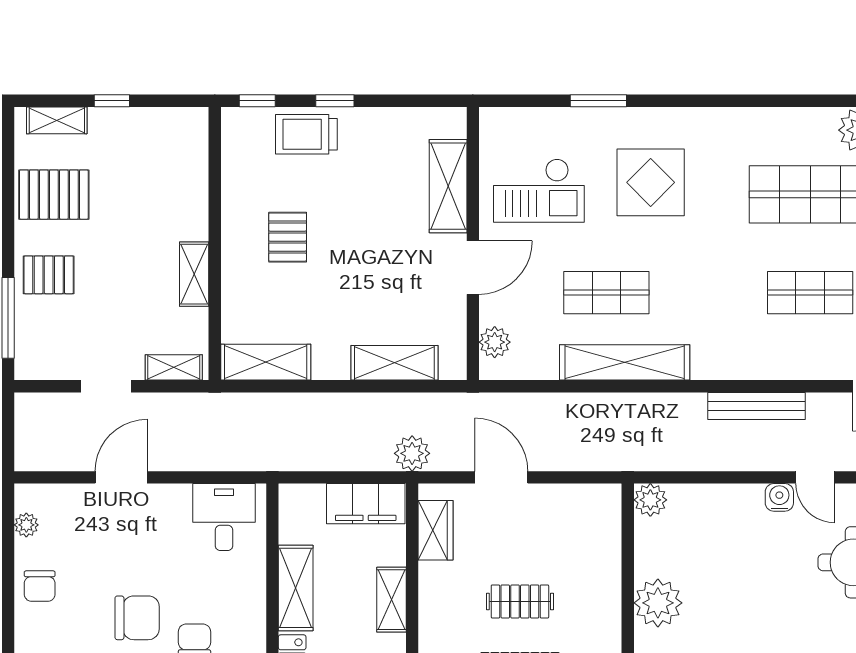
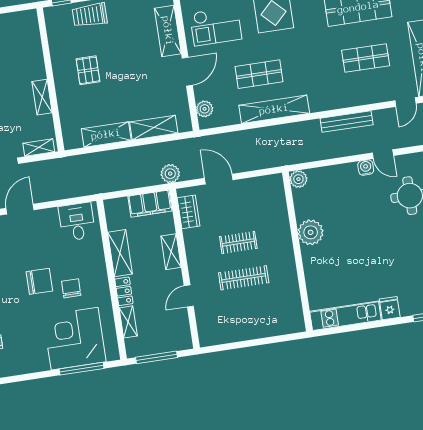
shelving: (266, 362) -> (106, 134), moved

